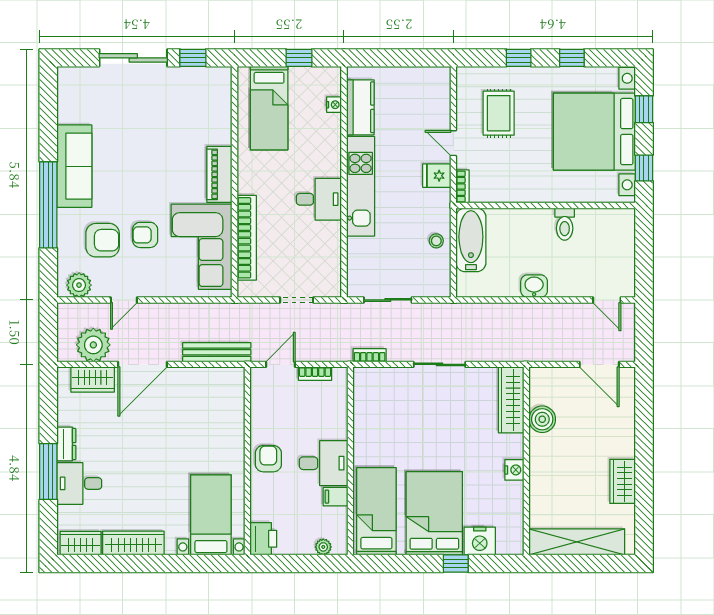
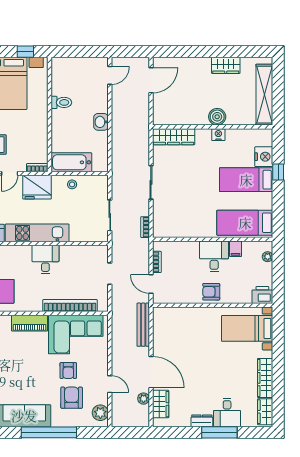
fridge: (437, 176) -> (37, 187), width x1.88, depth x1.34
plant: (93, 345) -> (144, 399), width x0.53, depth x0.53
boiler: (542, 419) -> (217, 117), moved
bed: (434, 513) -> (246, 180), width x0.67

